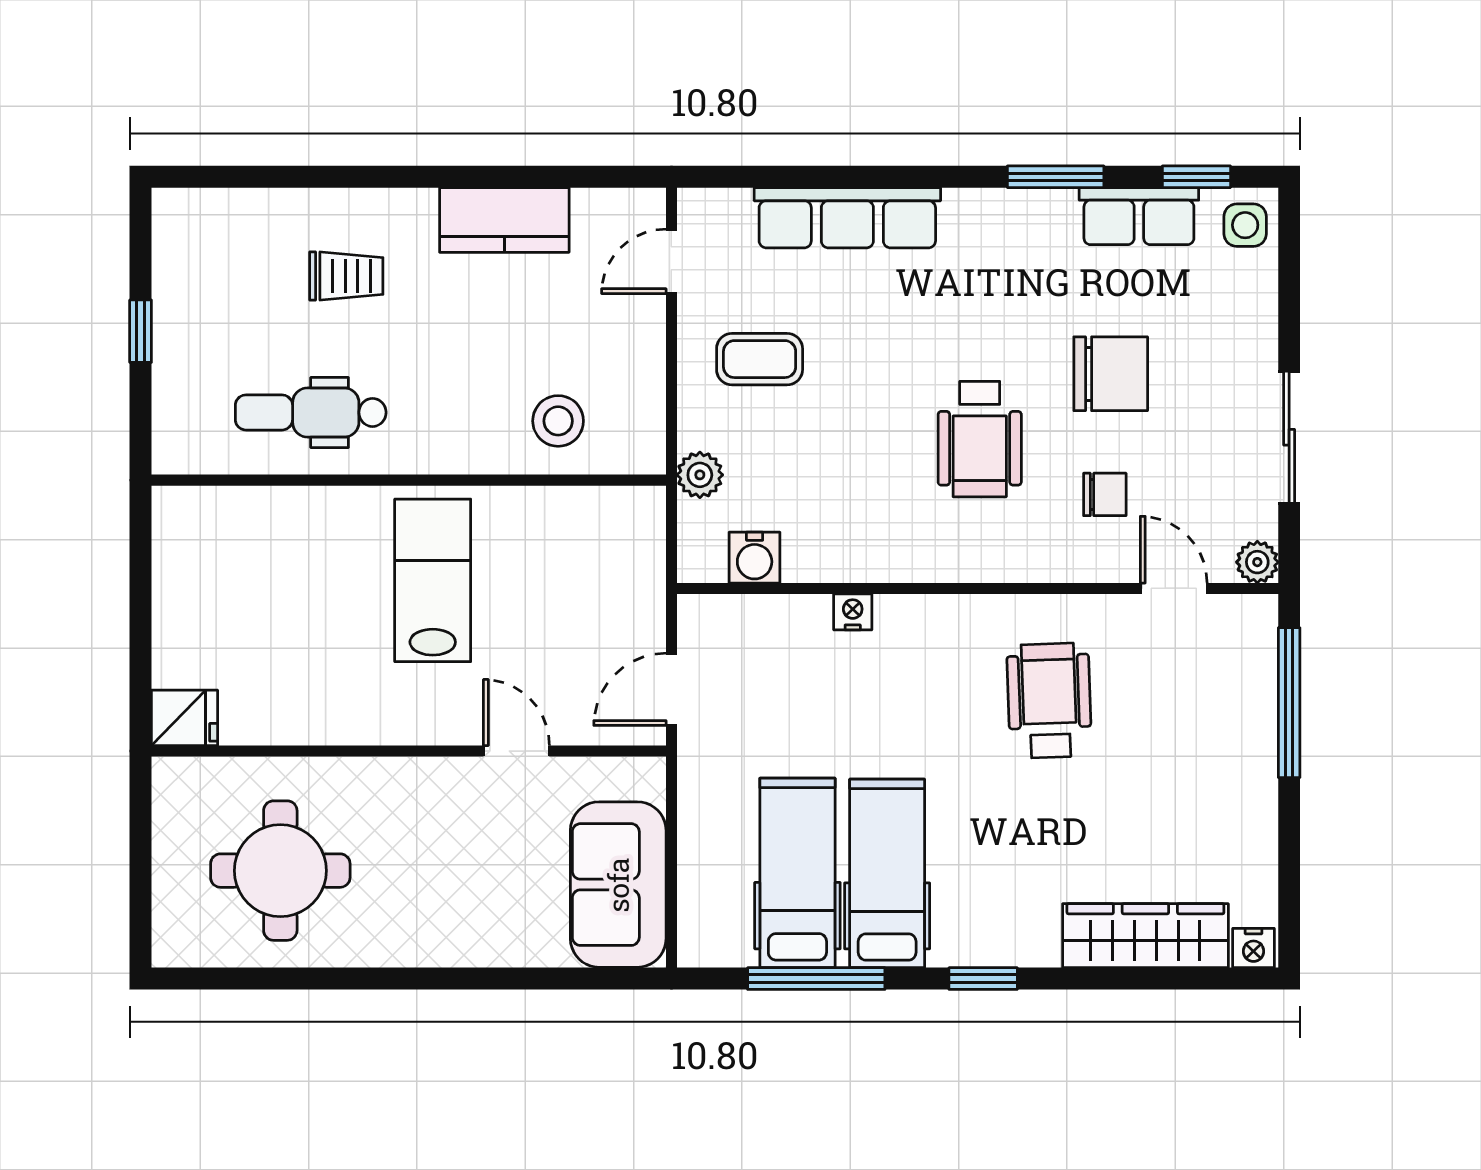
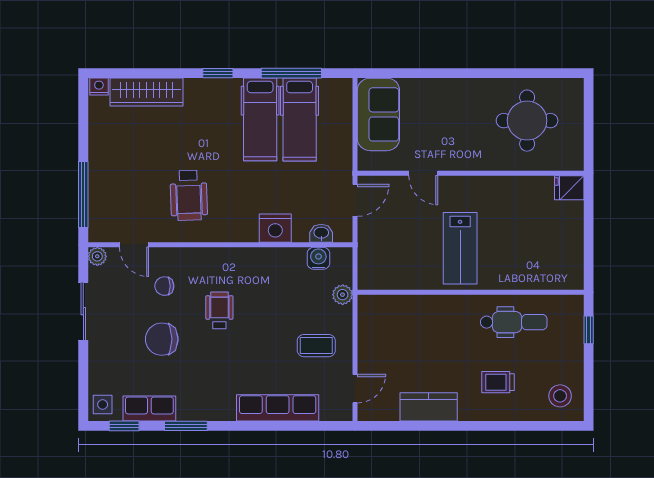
window: (141, 331) -> (589, 330), moved
stool: (558, 421) -> (560, 396), moved
wheelchair: (980, 439) -> (219, 310), width x0.73, depth x0.73
nightstand: (853, 612) -> (275, 228), width x1.89, depth x1.79
washbasin: (748, 614) -> (321, 233), added

